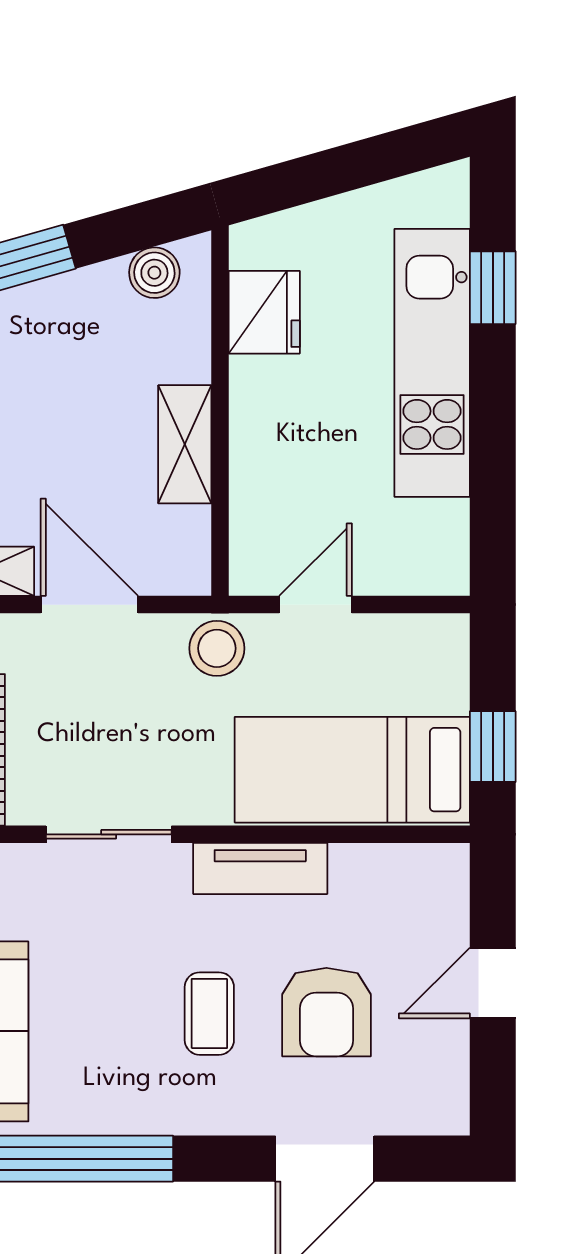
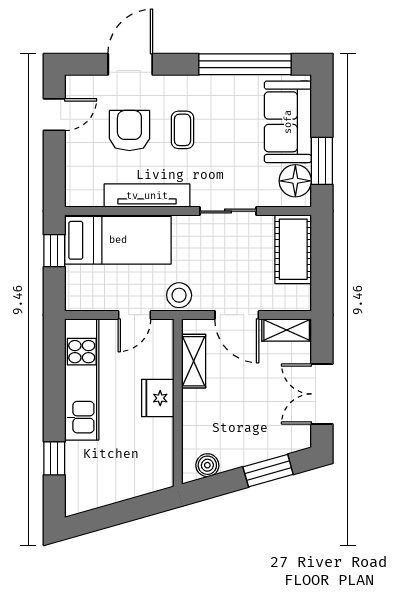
fridge: (264, 312) -> (158, 398), moved
kitchen unit: (432, 363) -> (82, 379), moved
shelving: (185, 444) -> (194, 361), moved
tv unit: (260, 868) -> (147, 196), width x1.41
door: (493, 983) -> (54, 115), moved

